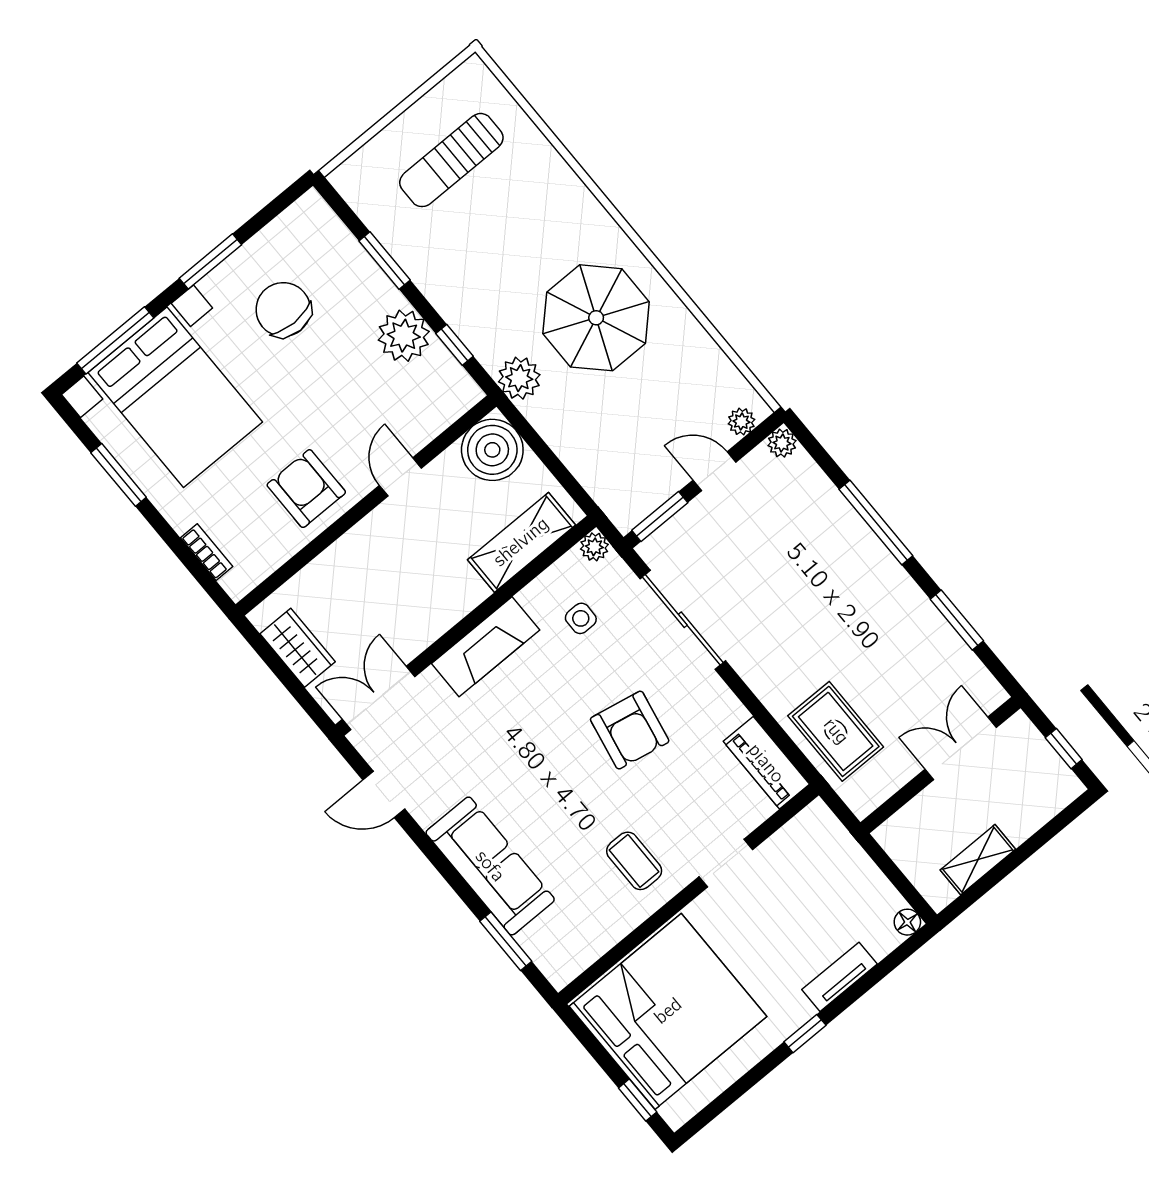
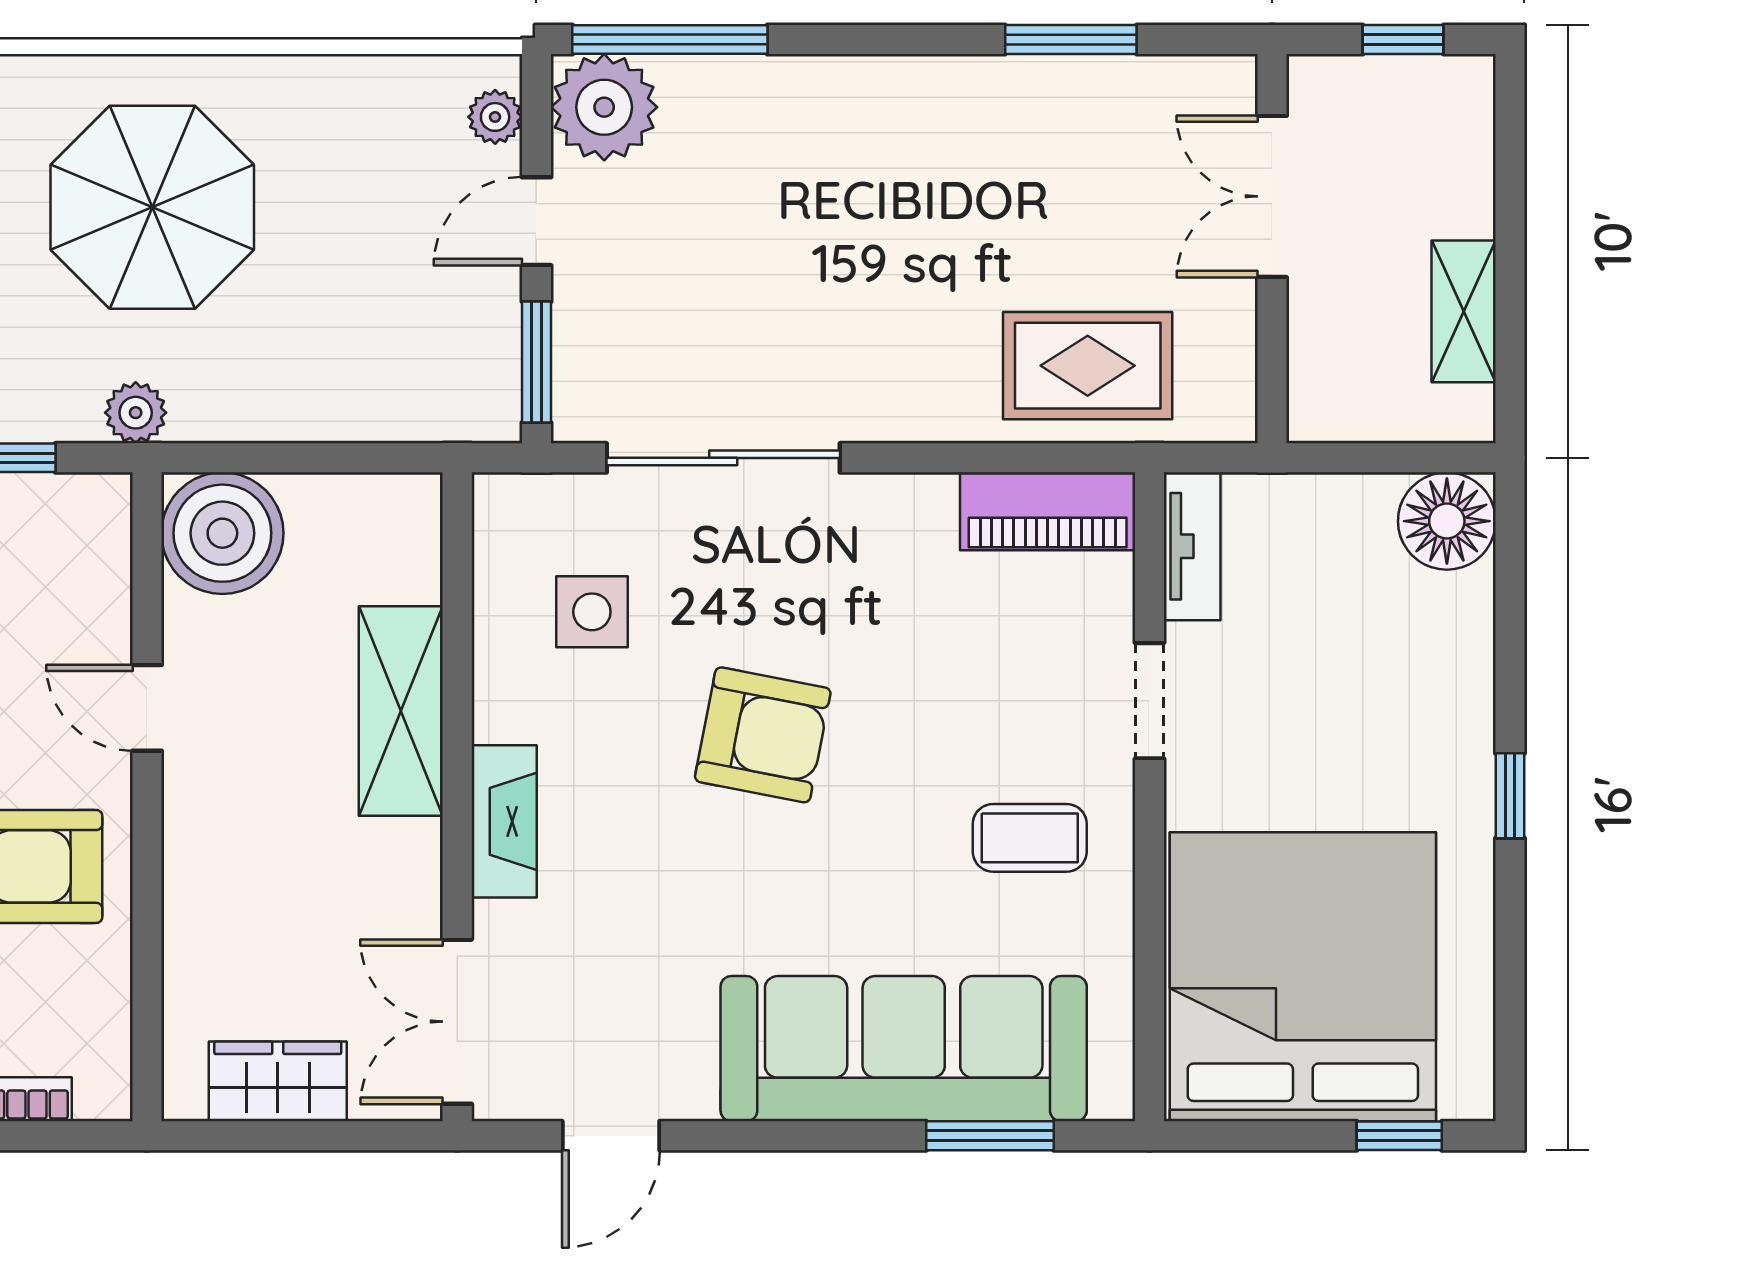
plant: (519, 378) -> (136, 413), width x0.73, depth x0.73
plant: (782, 443) -> (604, 107), width x1.87, depth x1.87
window: (876, 522) -> (670, 40), moved
shelving: (521, 542) -> (401, 711), moved
plant: (594, 547) -> (500, 500), removed
side table: (581, 618) -> (592, 612), width x1.37, depth x1.37
fireplace: (486, 647) -> (504, 821), width x0.73, depth x0.76
armchair: (630, 730) -> (763, 735), moved
sofa: (490, 866) -> (904, 1049), width x1.36, depth x1.27
floor lamp: (907, 922) -> (1447, 521), width x1.89, depth x1.89
tv unit: (840, 977) -> (1192, 546), moved, turned 180

